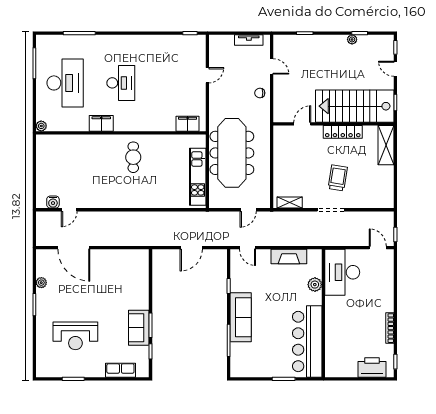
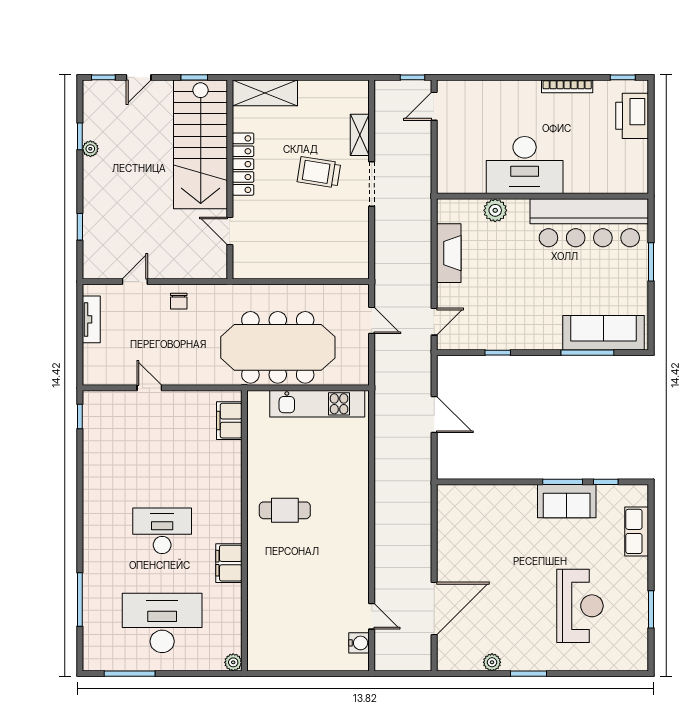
shelving: (290, 203) -> (360, 135), moved
desk: (342, 272) -> (525, 165), moved
sofa: (241, 317) -> (604, 333), moved

